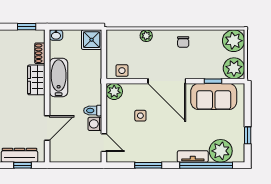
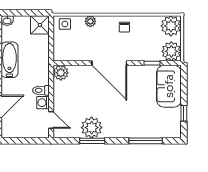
side table: (122, 71) -> (65, 24), moved
sofa: (214, 97) -> (169, 86), moved, turned 90
side table: (140, 116) -> (85, 95), removed
plant: (221, 151) -> (92, 128), moved
tv unit: (193, 156) -> (133, 133), removed
window: (206, 165) -> (146, 141), width x0.68

